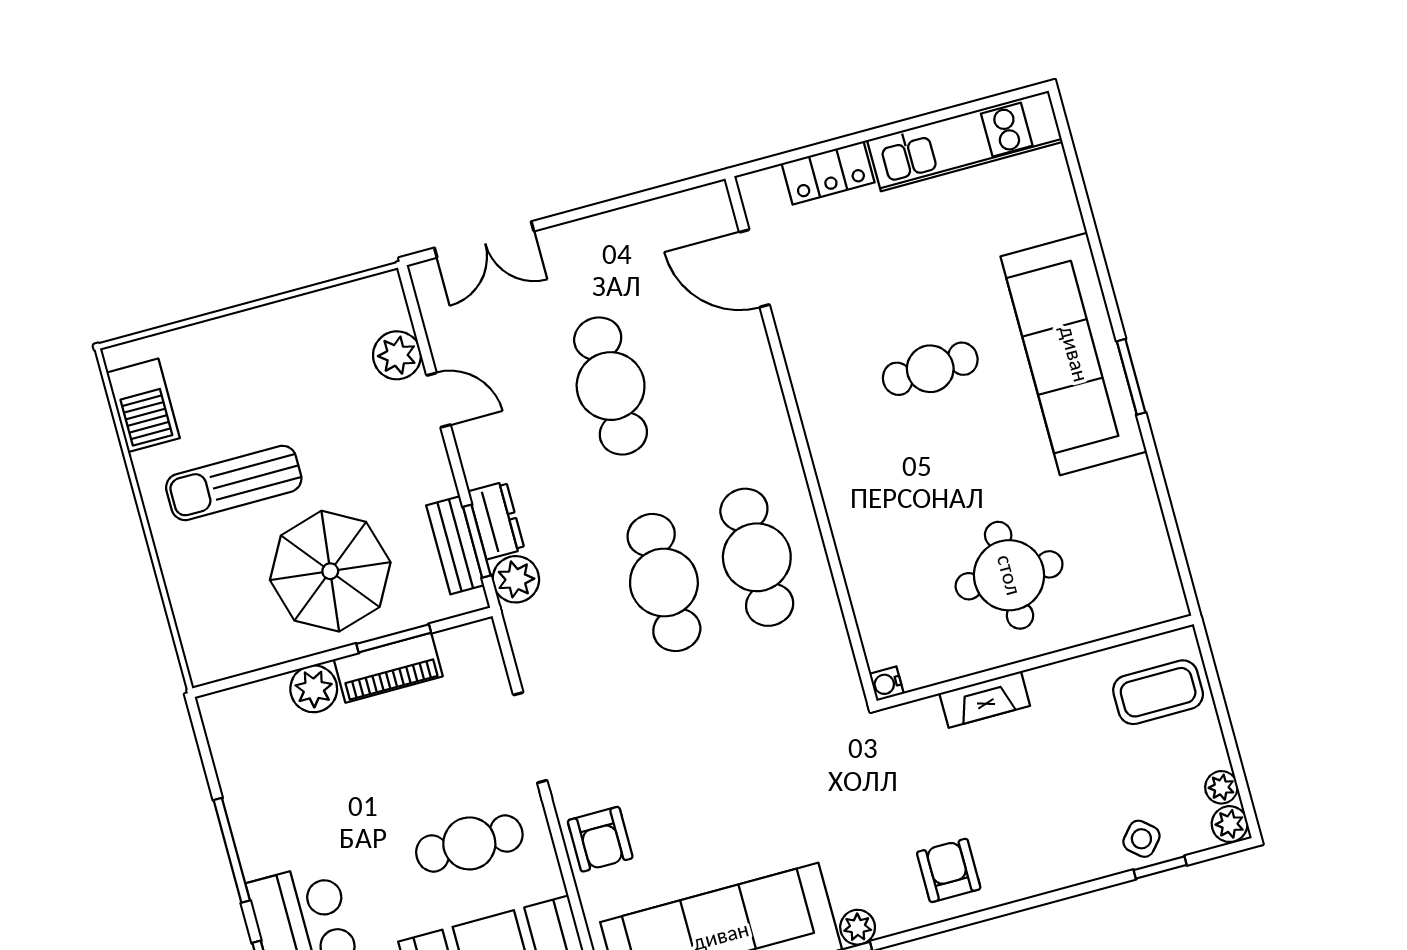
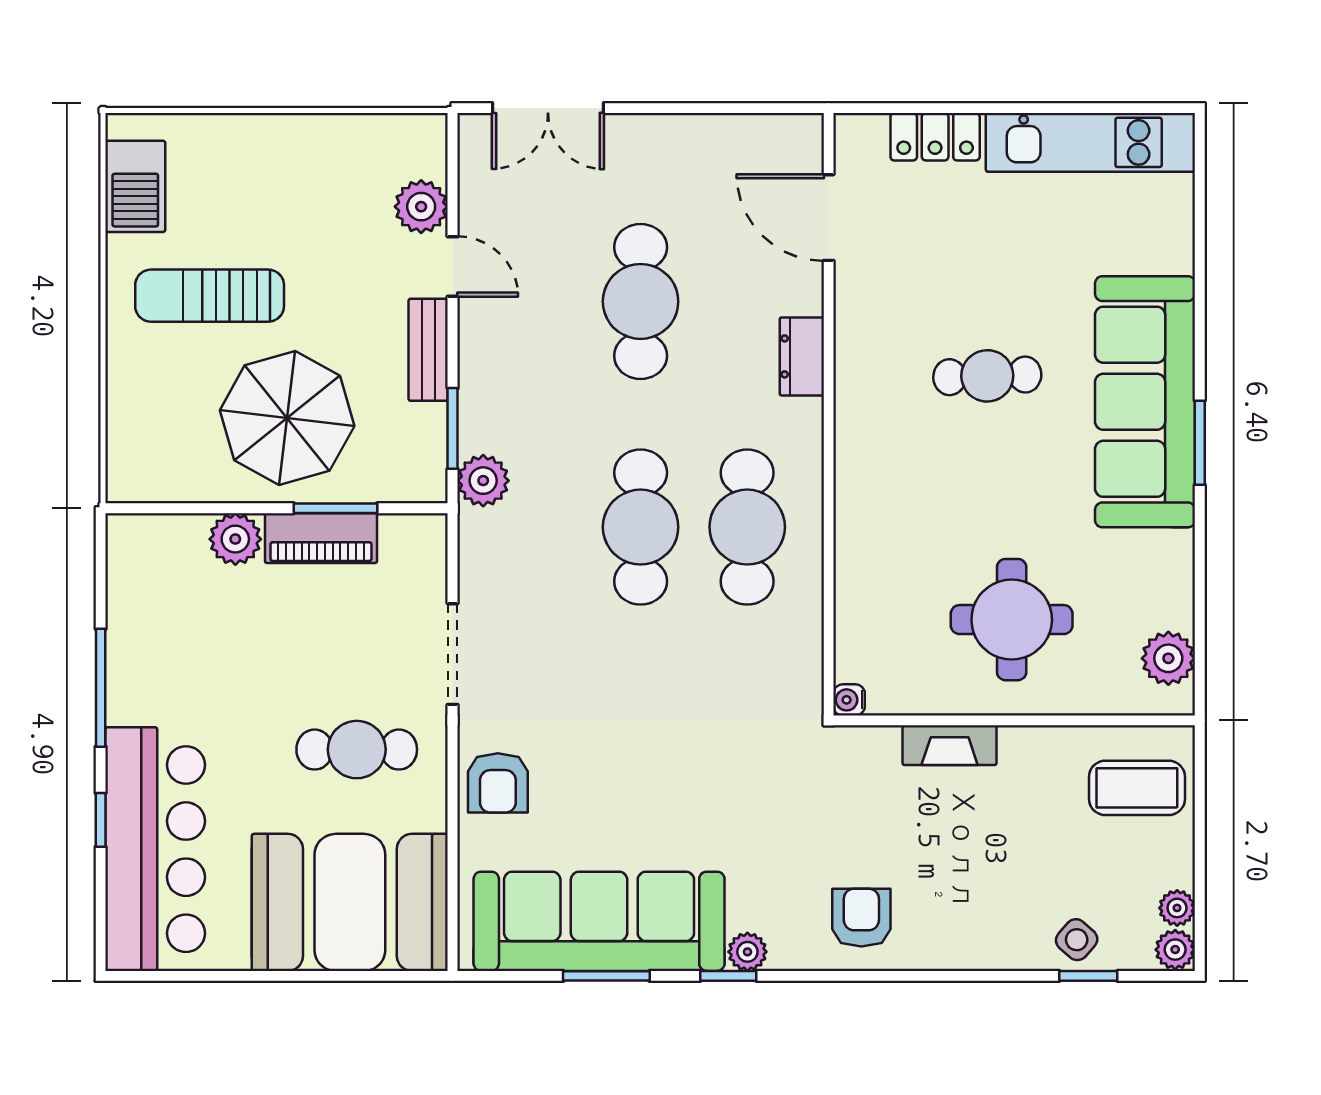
dresser: (496, 520) -> (802, 356), moved, turned 180
bench: (455, 545) -> (428, 350), moved
plant: (1155, 572) -> (1168, 658), added

